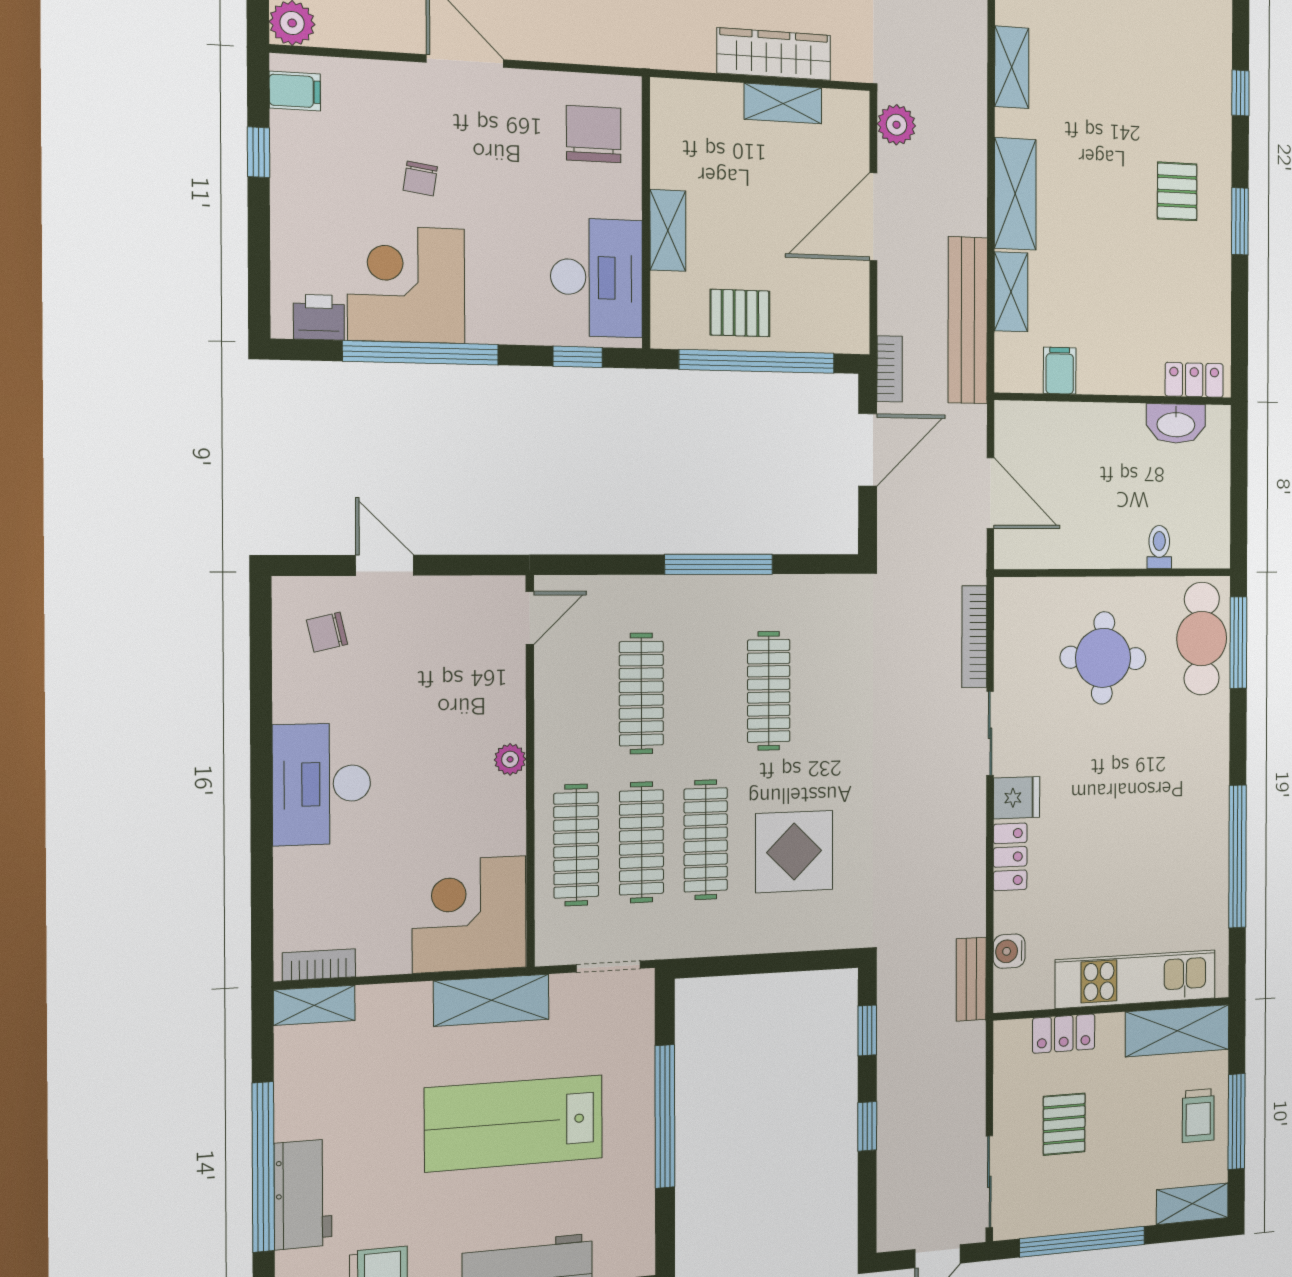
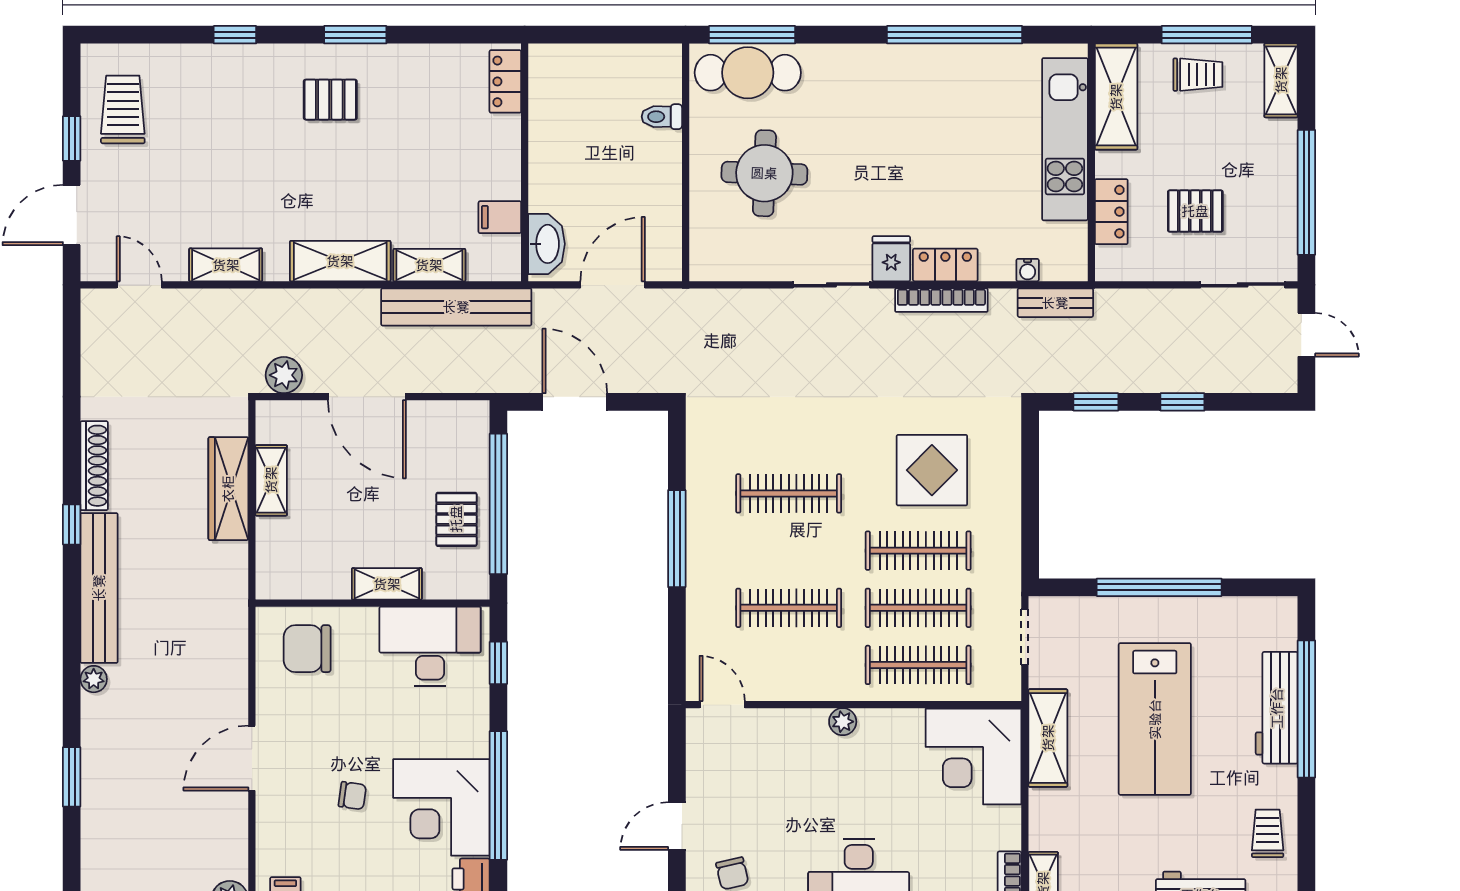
bookcase: (890, 369) -> (502, 381), removed
washbasin: (1176, 424) -> (546, 244), moved
bookcase: (974, 637) -> (941, 300), moved
water cooler: (1009, 951) -> (1028, 270), width x0.72, depth x0.72

